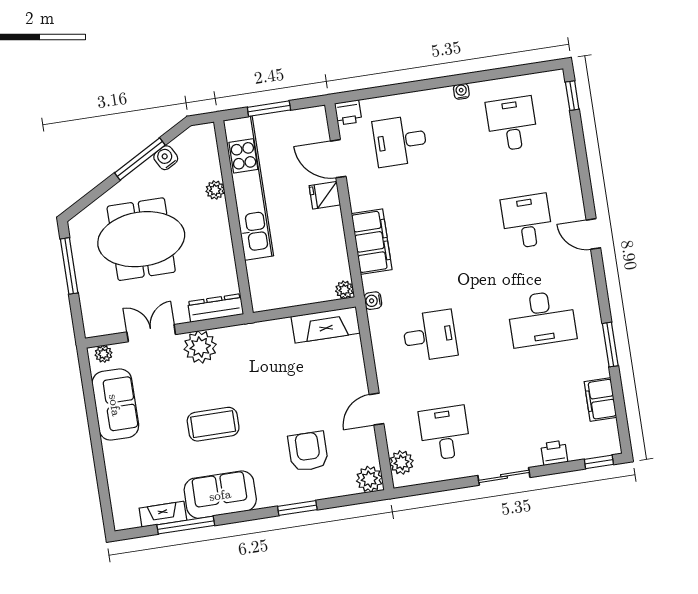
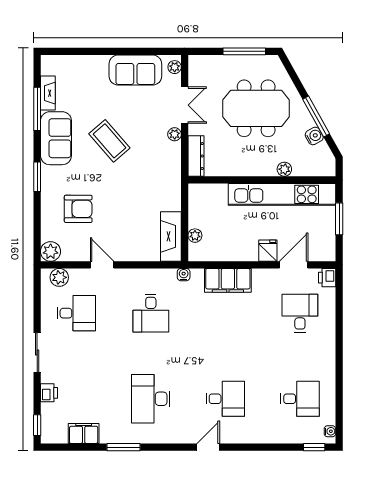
water cooler: (461, 91) -> (330, 431), moved
meeting table: (141, 239) -> (256, 108), turned 90
plant: (344, 290) -> (195, 236), moved
plant: (200, 347) -> (175, 134), width x0.53, depth x0.53
coffee table: (213, 424) -> (109, 141), turned -41
window: (297, 508) -> (37, 177), moved

